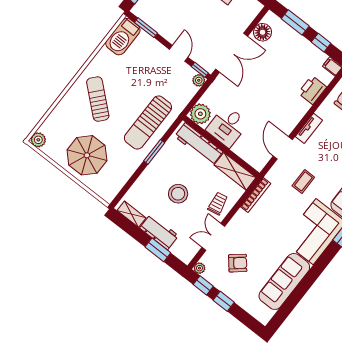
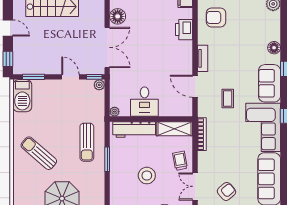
plant: (200, 114) -> (115, 112), width x0.53, depth x0.53
sun lounger: (148, 123) -> (87, 142), width x0.73, depth x0.75

